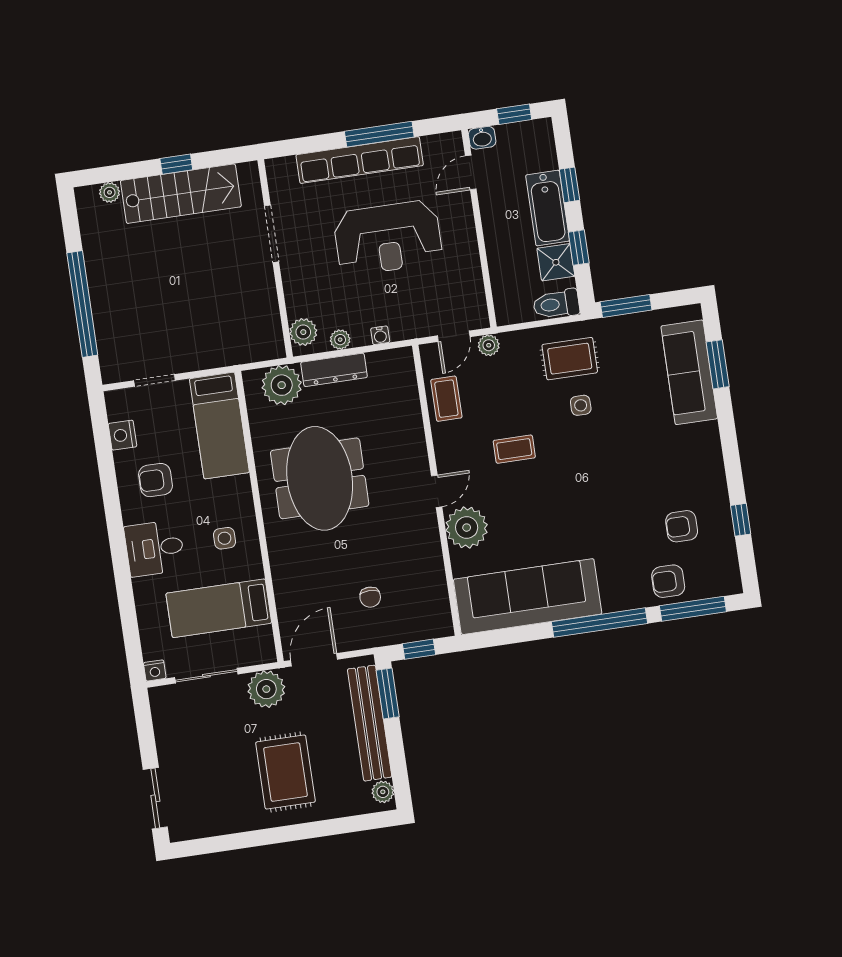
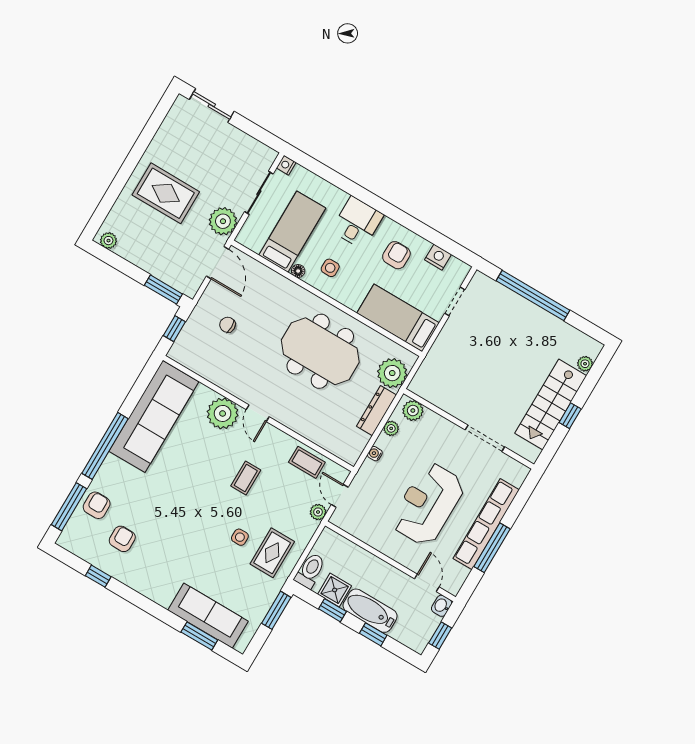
floor lamp: (255, 569) -> (298, 271), added
bench: (370, 723) -> (155, 265), removed

